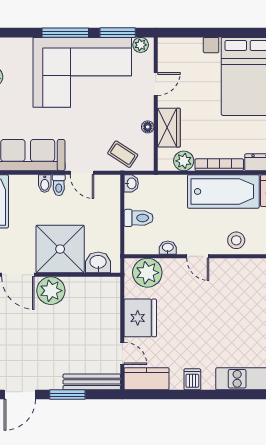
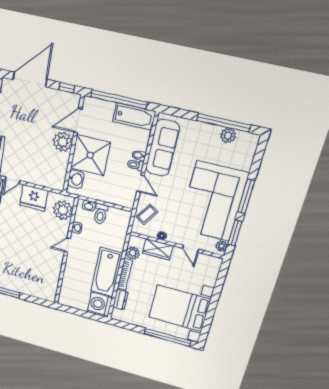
door: (82, 173) -> (141, 183), swing flipped
washbasin: (131, 183) -> (89, 206), moved
stool: (236, 240) -> (73, 271), removed

